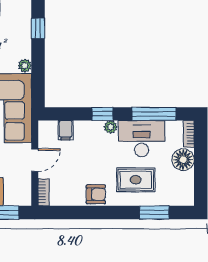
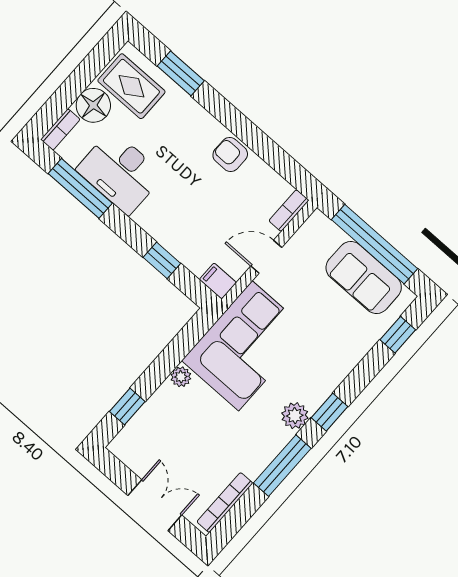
window: (103, 114) -> (162, 260), moved
plant: (111, 127) -> (144, 218), removed
filing cabinet: (66, 130) -> (218, 281), moved, turned -90
rug: (136, 180) -> (131, 86), moved

